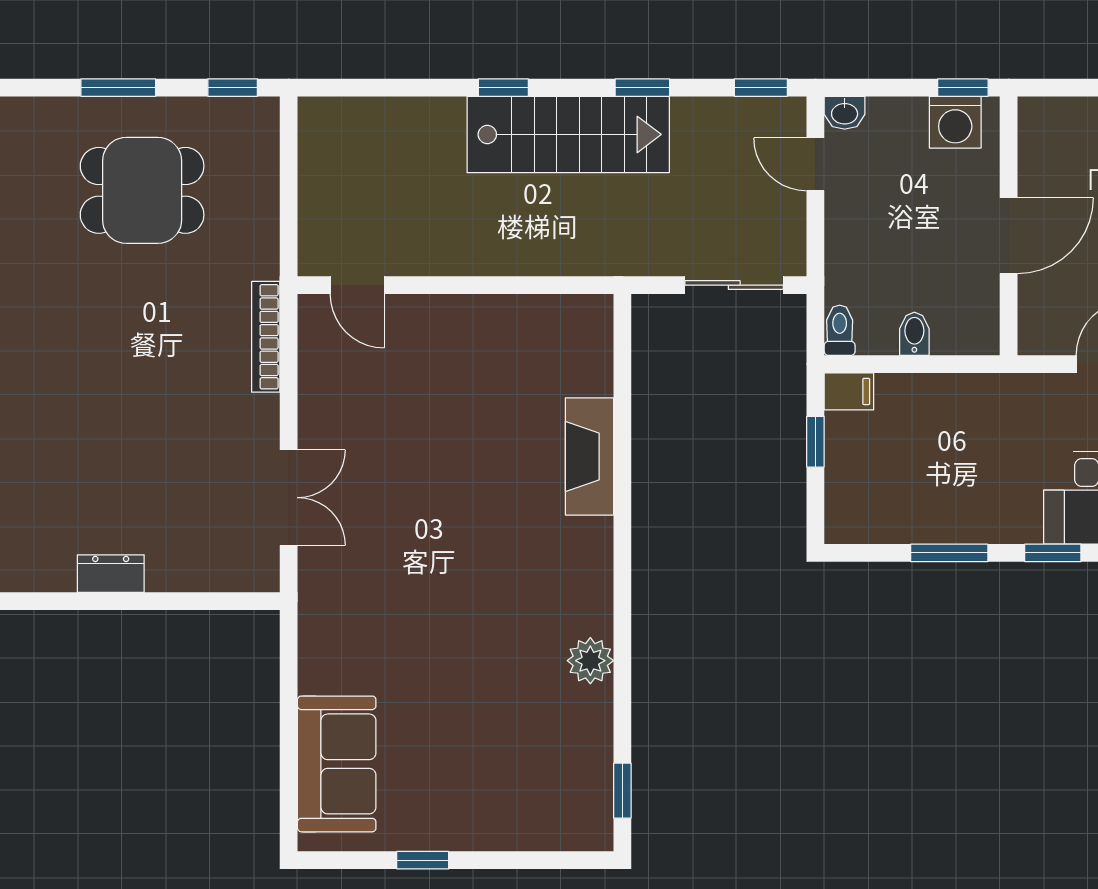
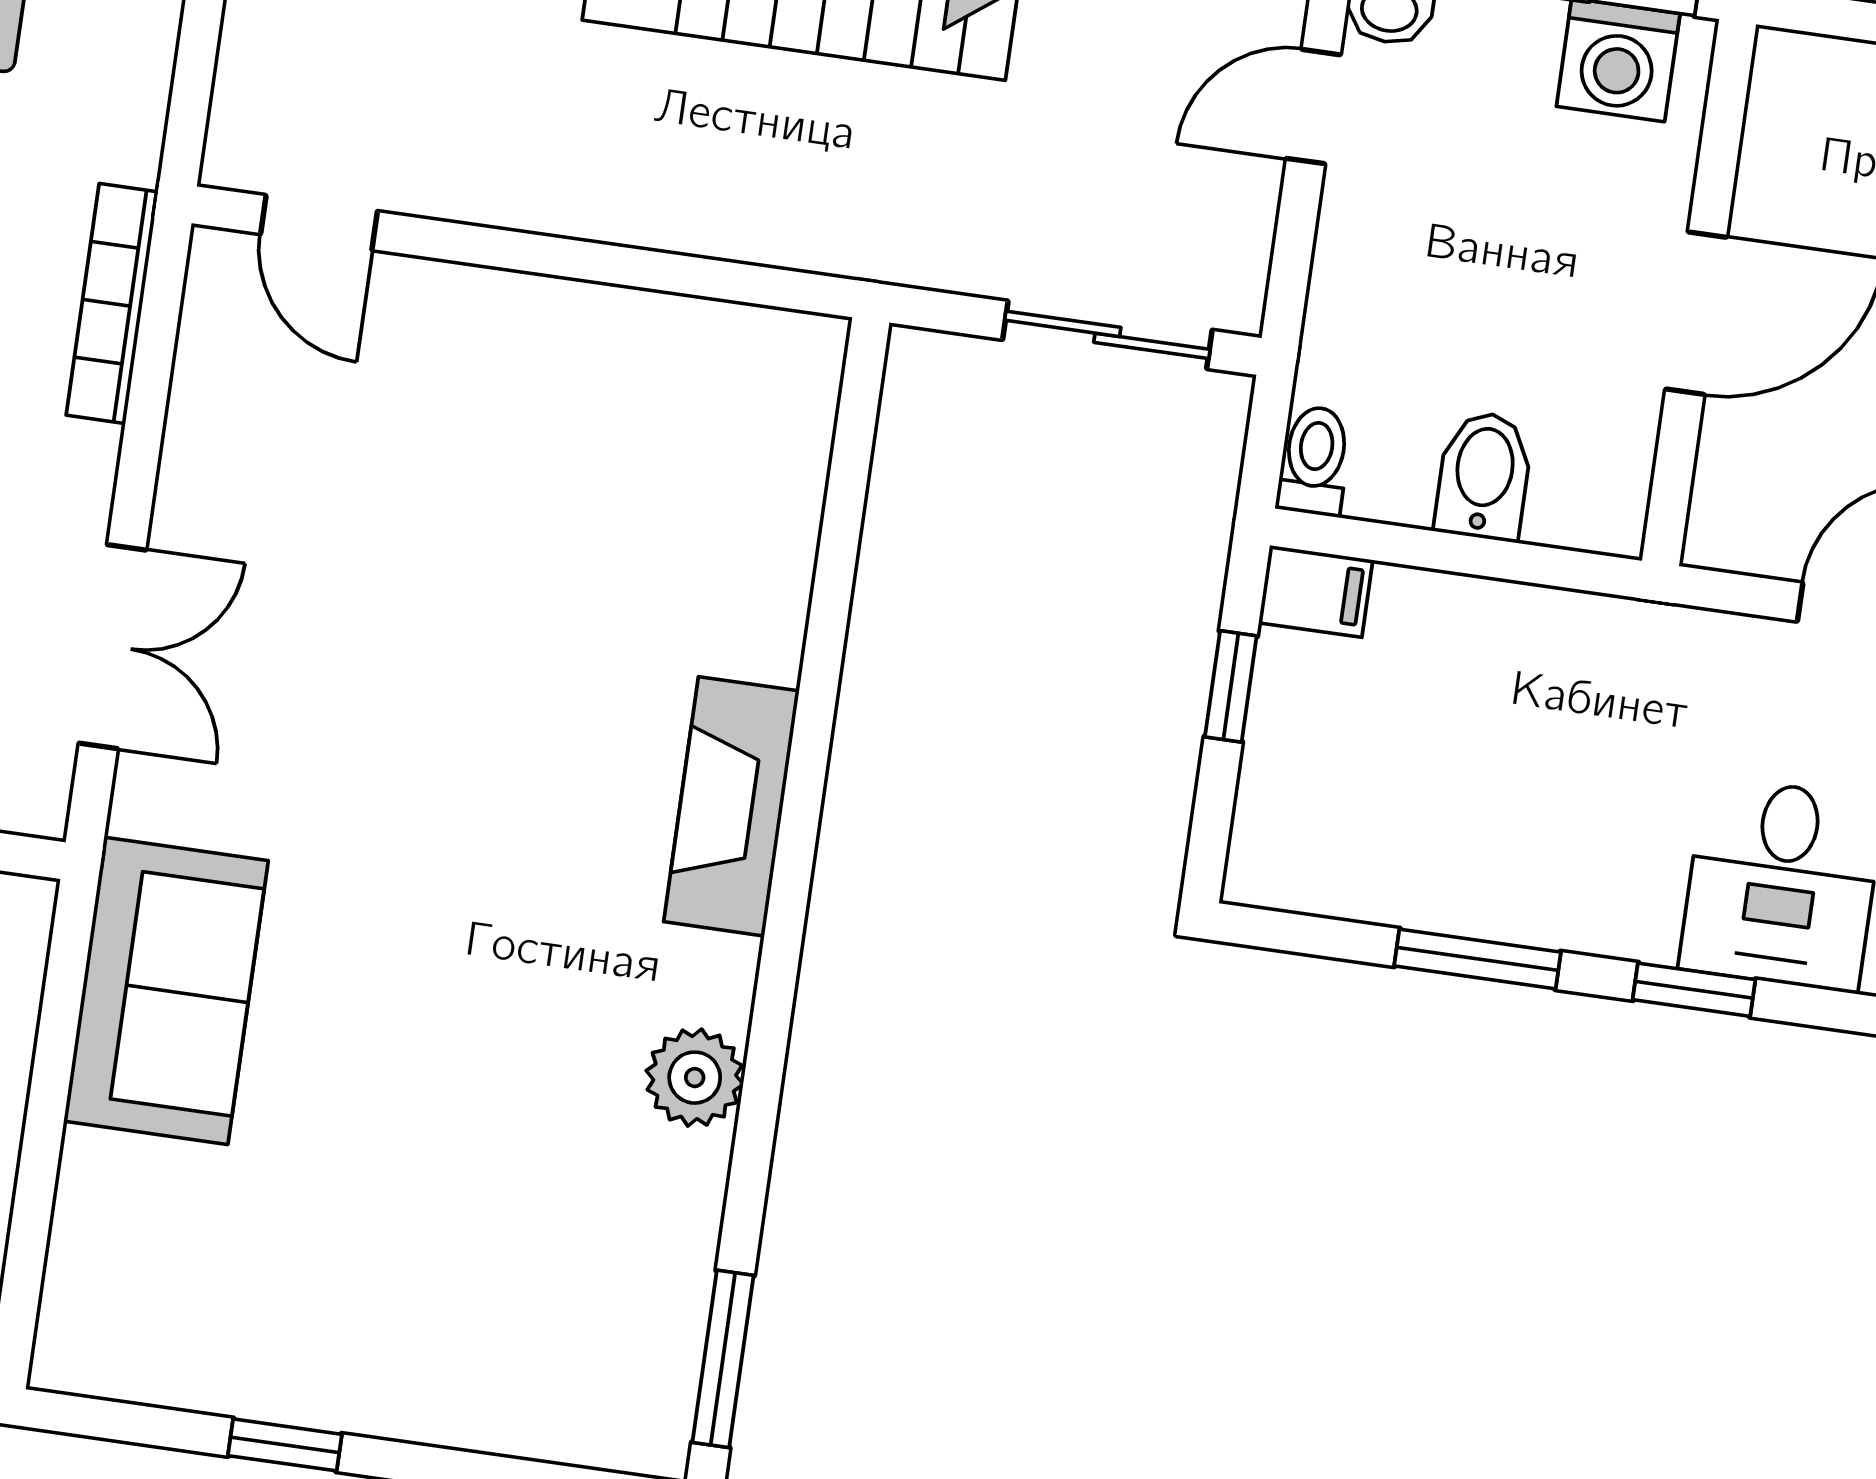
door: (815, 164) -> (1313, 107), hinge flipped
bidet: (914, 334) -> (1484, 476), width x1.38, depth x1.36
fireplace: (589, 456) -> (731, 806), moved
sofa: (337, 764) -> (166, 991), moved
window: (622, 791) -> (723, 1359), width x1.50

